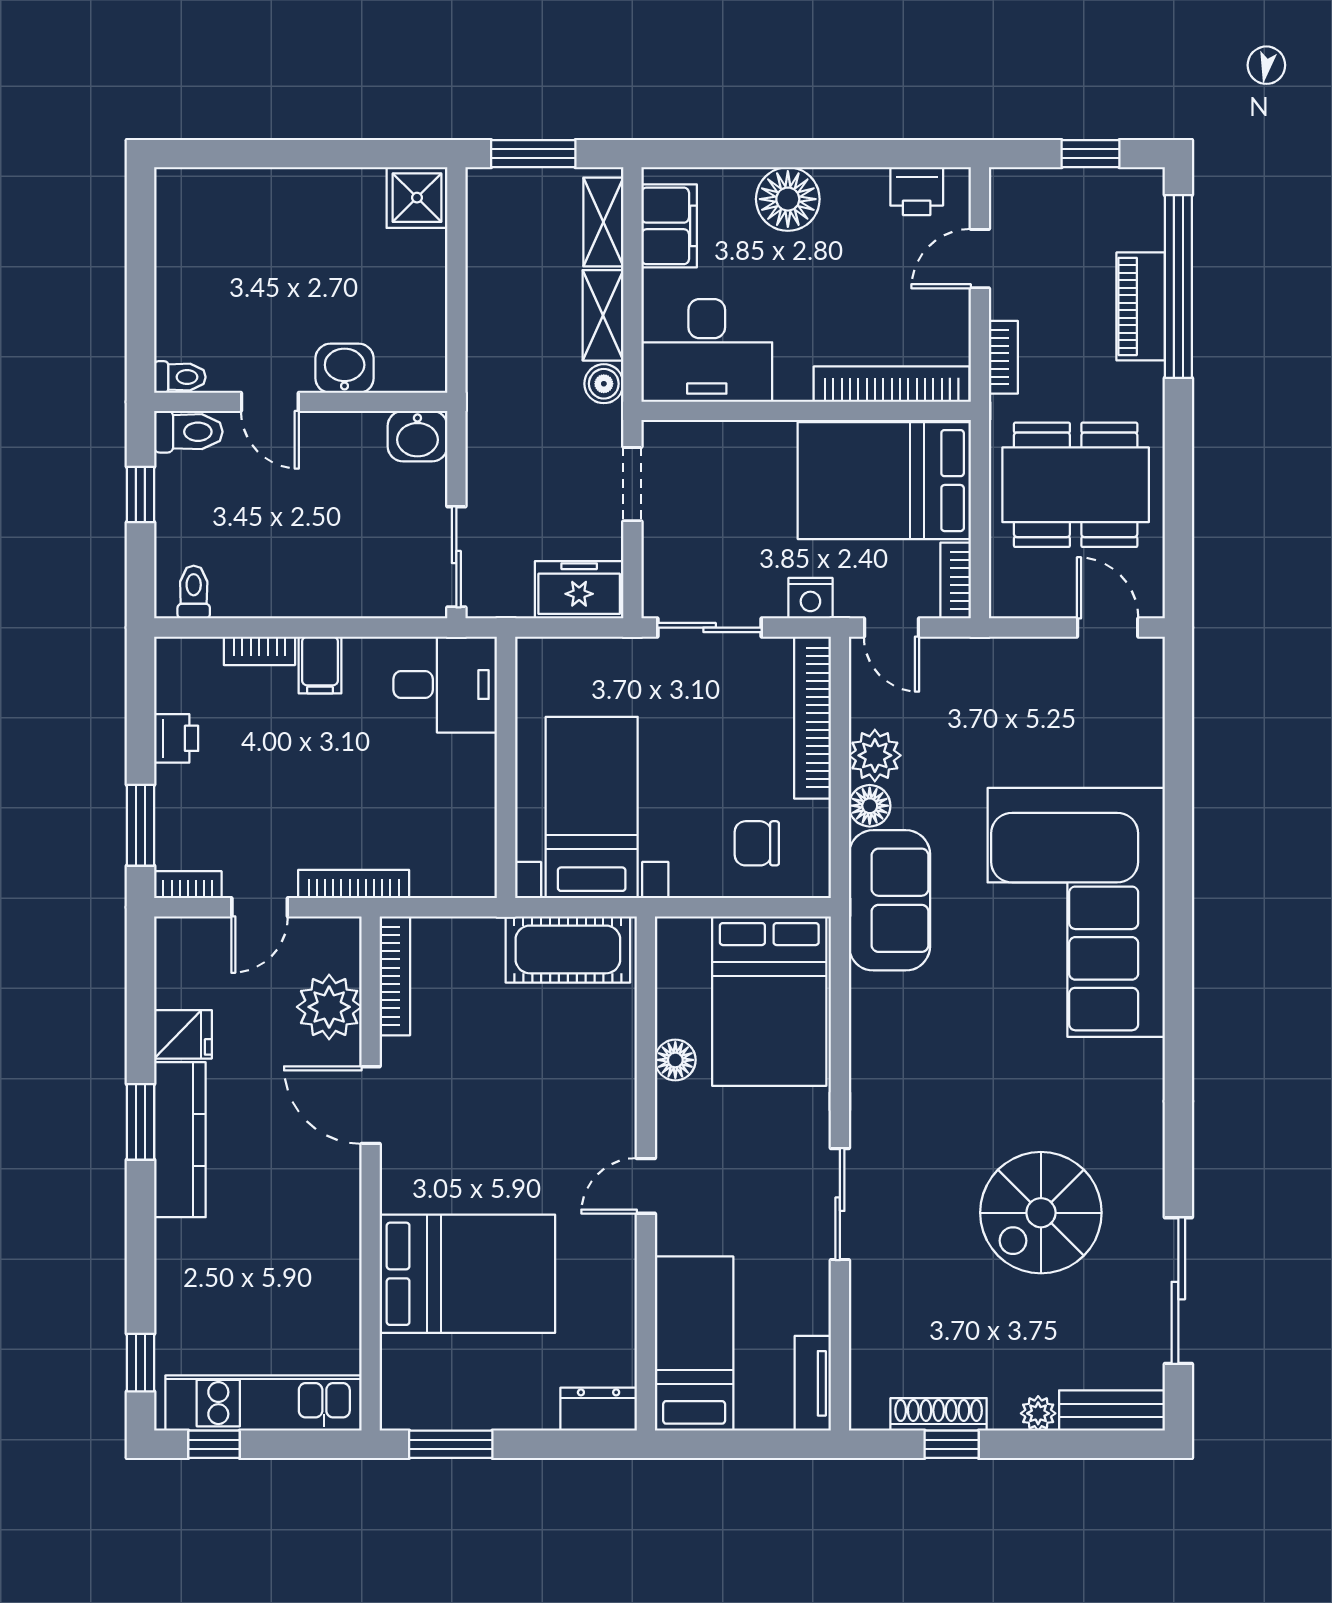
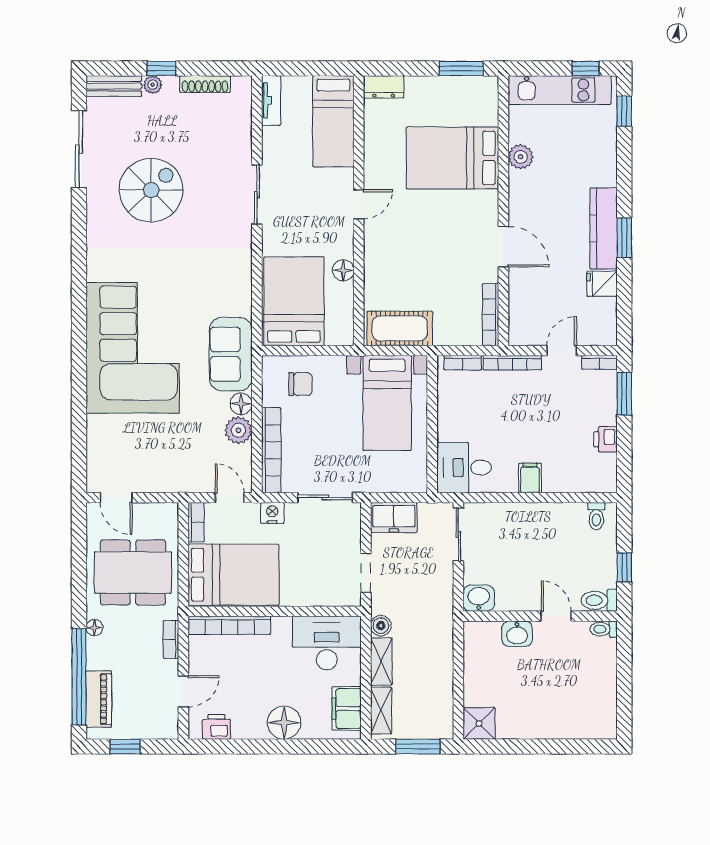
piano: (1141, 306) -> (99, 699), moved
floor lamp: (1149, 380) -> (94, 628), added
bookcase: (259, 651) -> (463, 363), moved, turned 180
plant: (329, 1007) -> (521, 157), moved, width x0.73, depth x0.73
window: (952, 1444) -> (161, 68), moved

